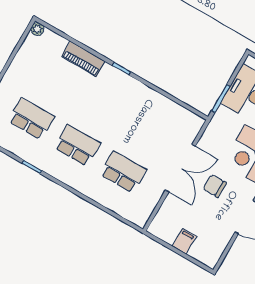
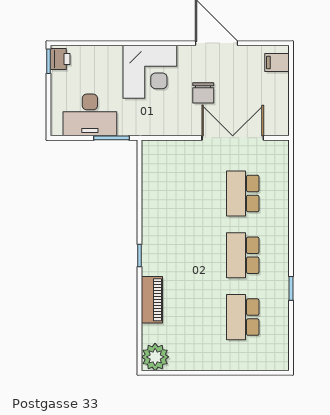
plant: (37, 29) -> (155, 357), width x1.87, depth x1.87
double door: (180, 168) -> (233, 138), moved
filing cabinet: (184, 241) -> (277, 63), moved

